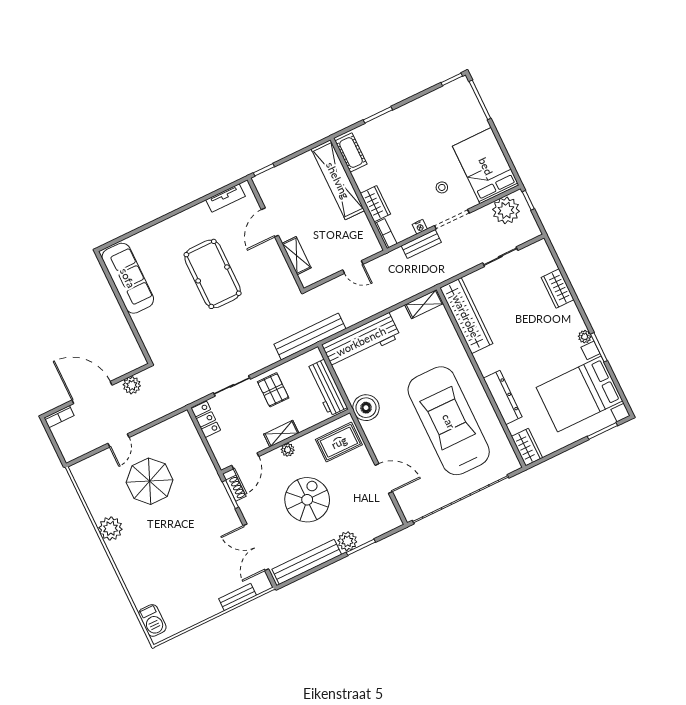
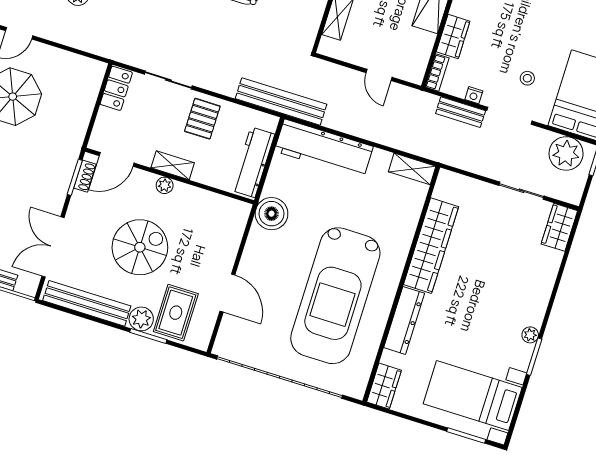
wardrobe: (558, 288) -> (559, 227), moved
wardrobe: (466, 316) -> (431, 246), moved
bed with nightstands: (579, 394) -> (473, 396), width x0.73
car: (449, 421) -> (335, 296), turned 180
rug: (339, 442) -> (176, 313), moved, turned 90

